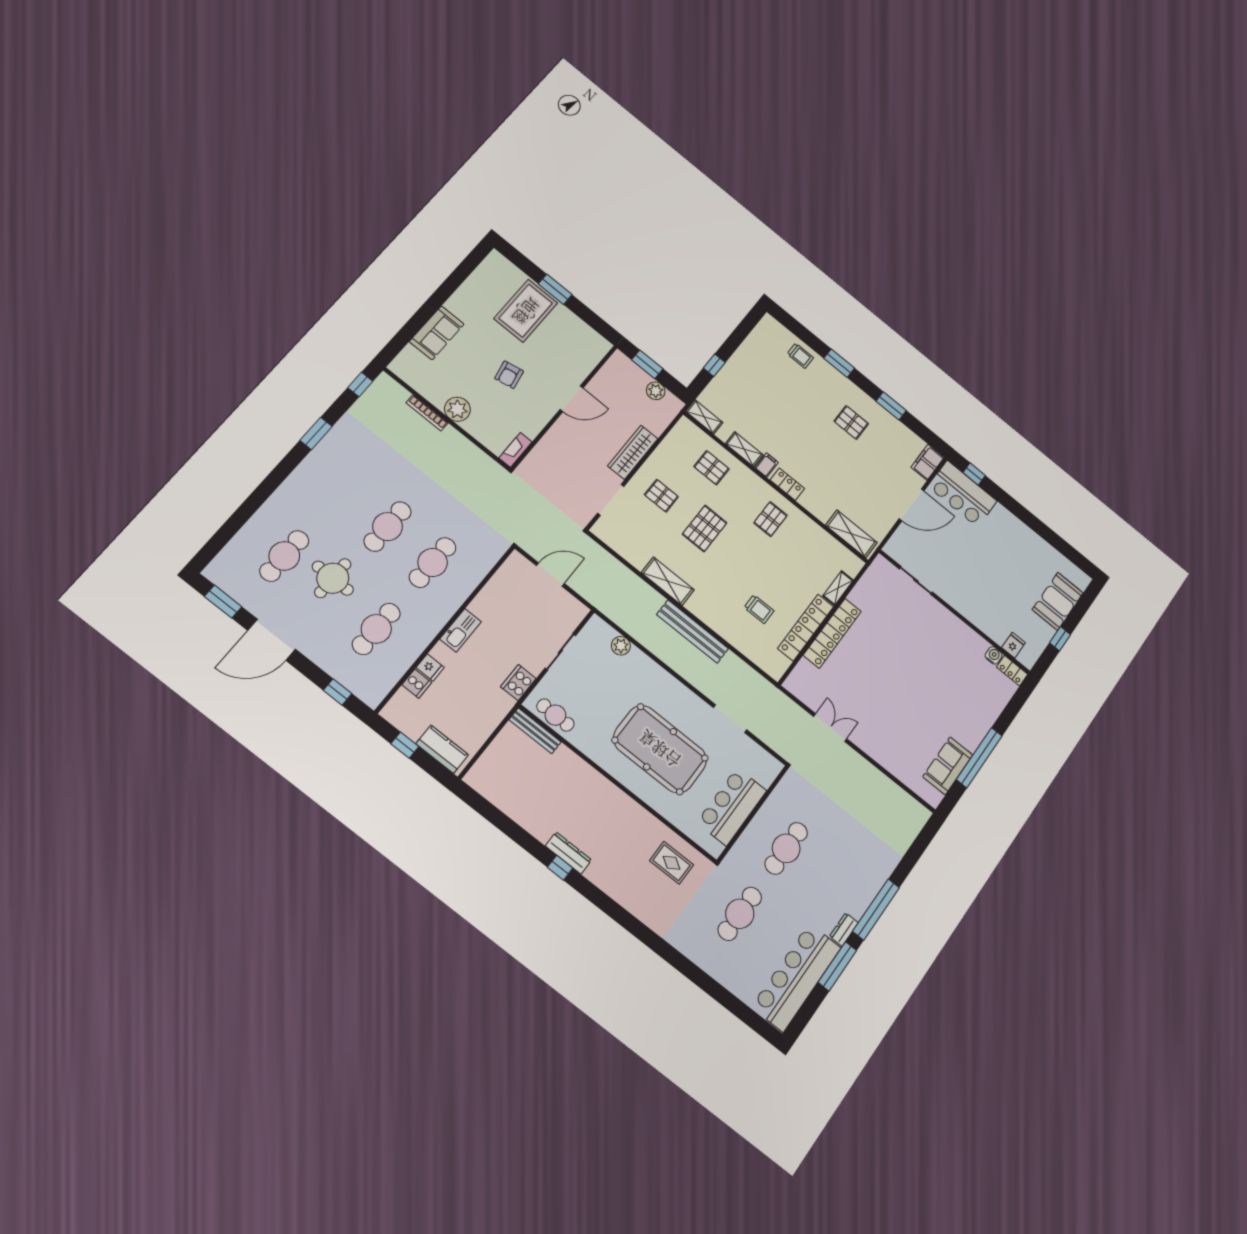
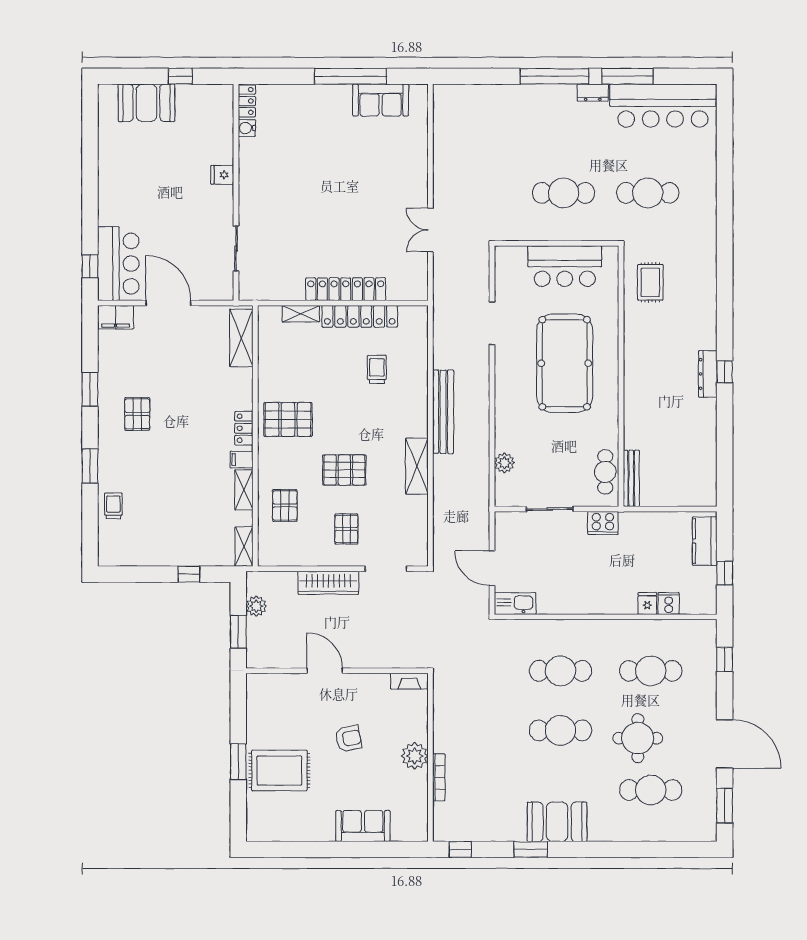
booth: (320, 469) -> (557, 822), added
pallet: (770, 519) -> (288, 419), width x1.50, depth x1.42
kitchen sink: (461, 630) -> (515, 604), moved
fridge: (1013, 645) -> (222, 175), moved

